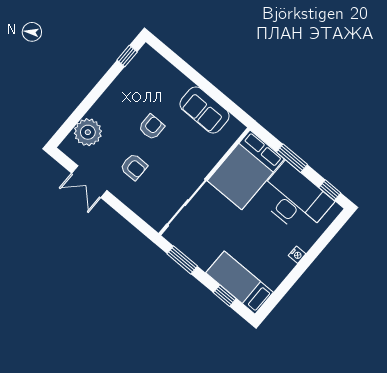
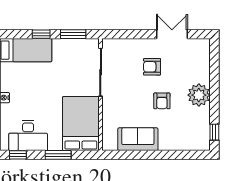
plant: (88, 132) -> (199, 95), moved
desk: (295, 199) -> (28, 136), width x0.73, depth x0.77
window: (225, 296) -> (41, 34), moved

